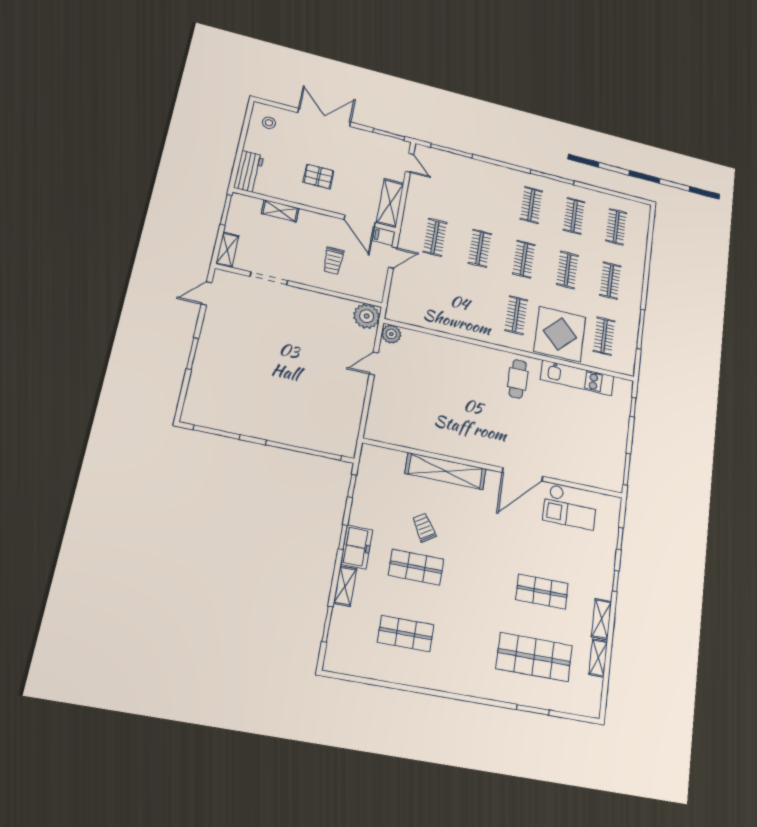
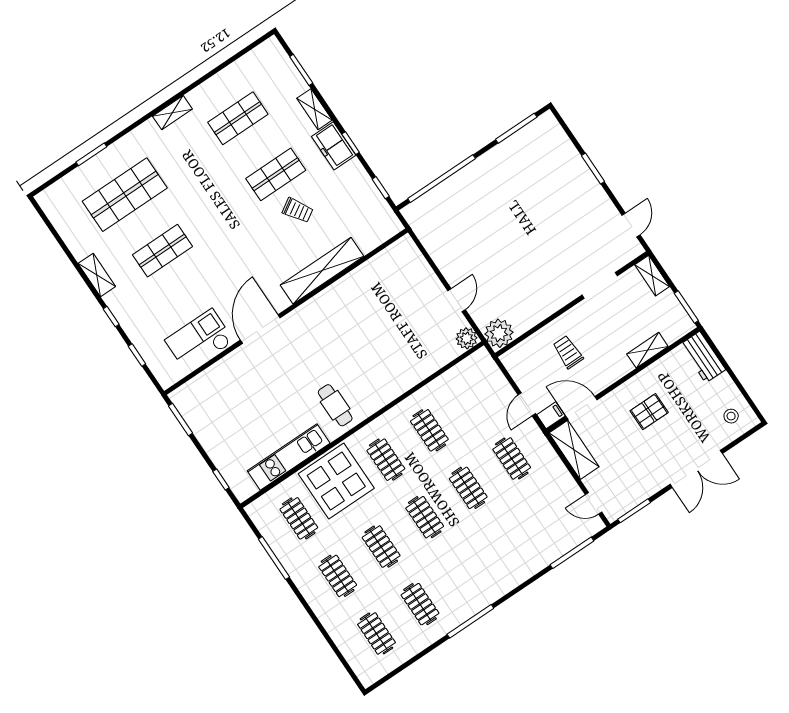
clothes rail: (531, 205) -> (429, 430), moved
shelving: (598, 658) -> (172, 113), moved, turned 90

